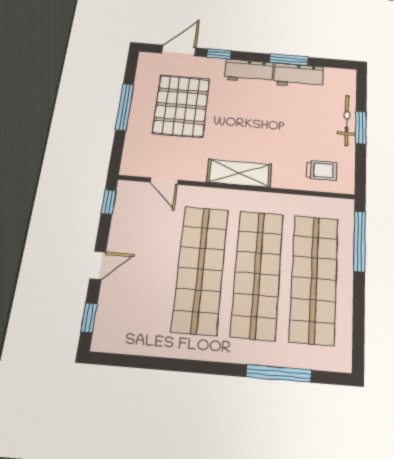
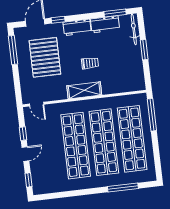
window: (289, 60) -> (115, 13), moved
window: (125, 107) -> (13, 50), moved
bicycle: (347, 120) -> (134, 29), moved
trolley: (321, 171) -> (90, 63), moved
door: (164, 181) -> (37, 104), moved
window: (109, 202) -> (23, 134), moved

